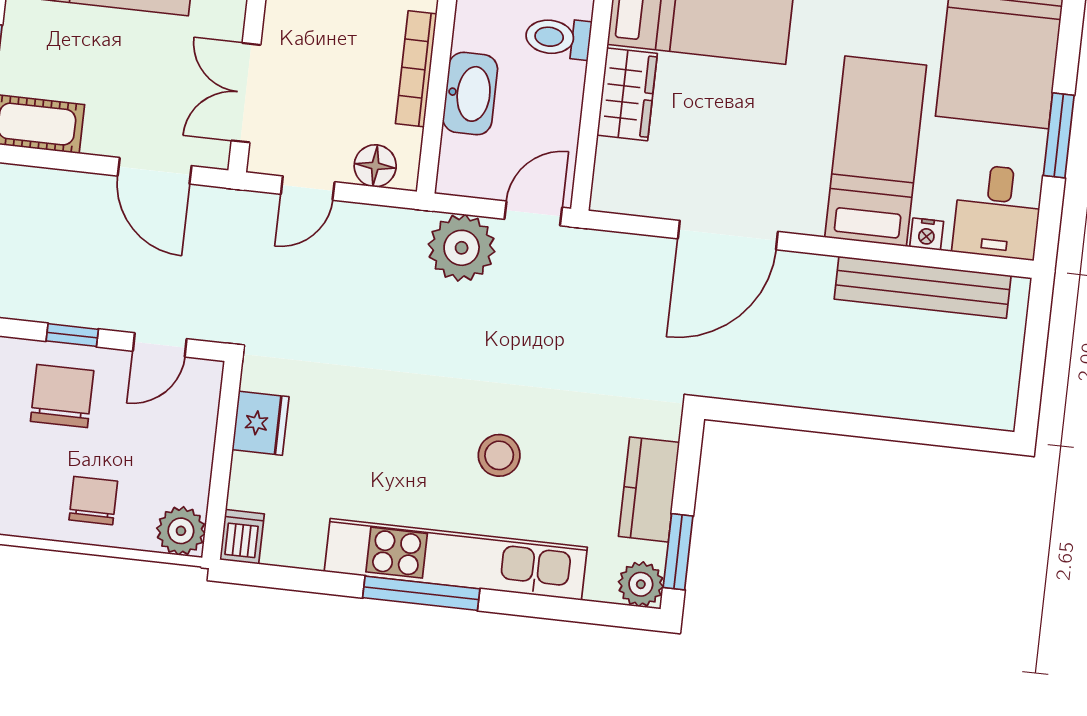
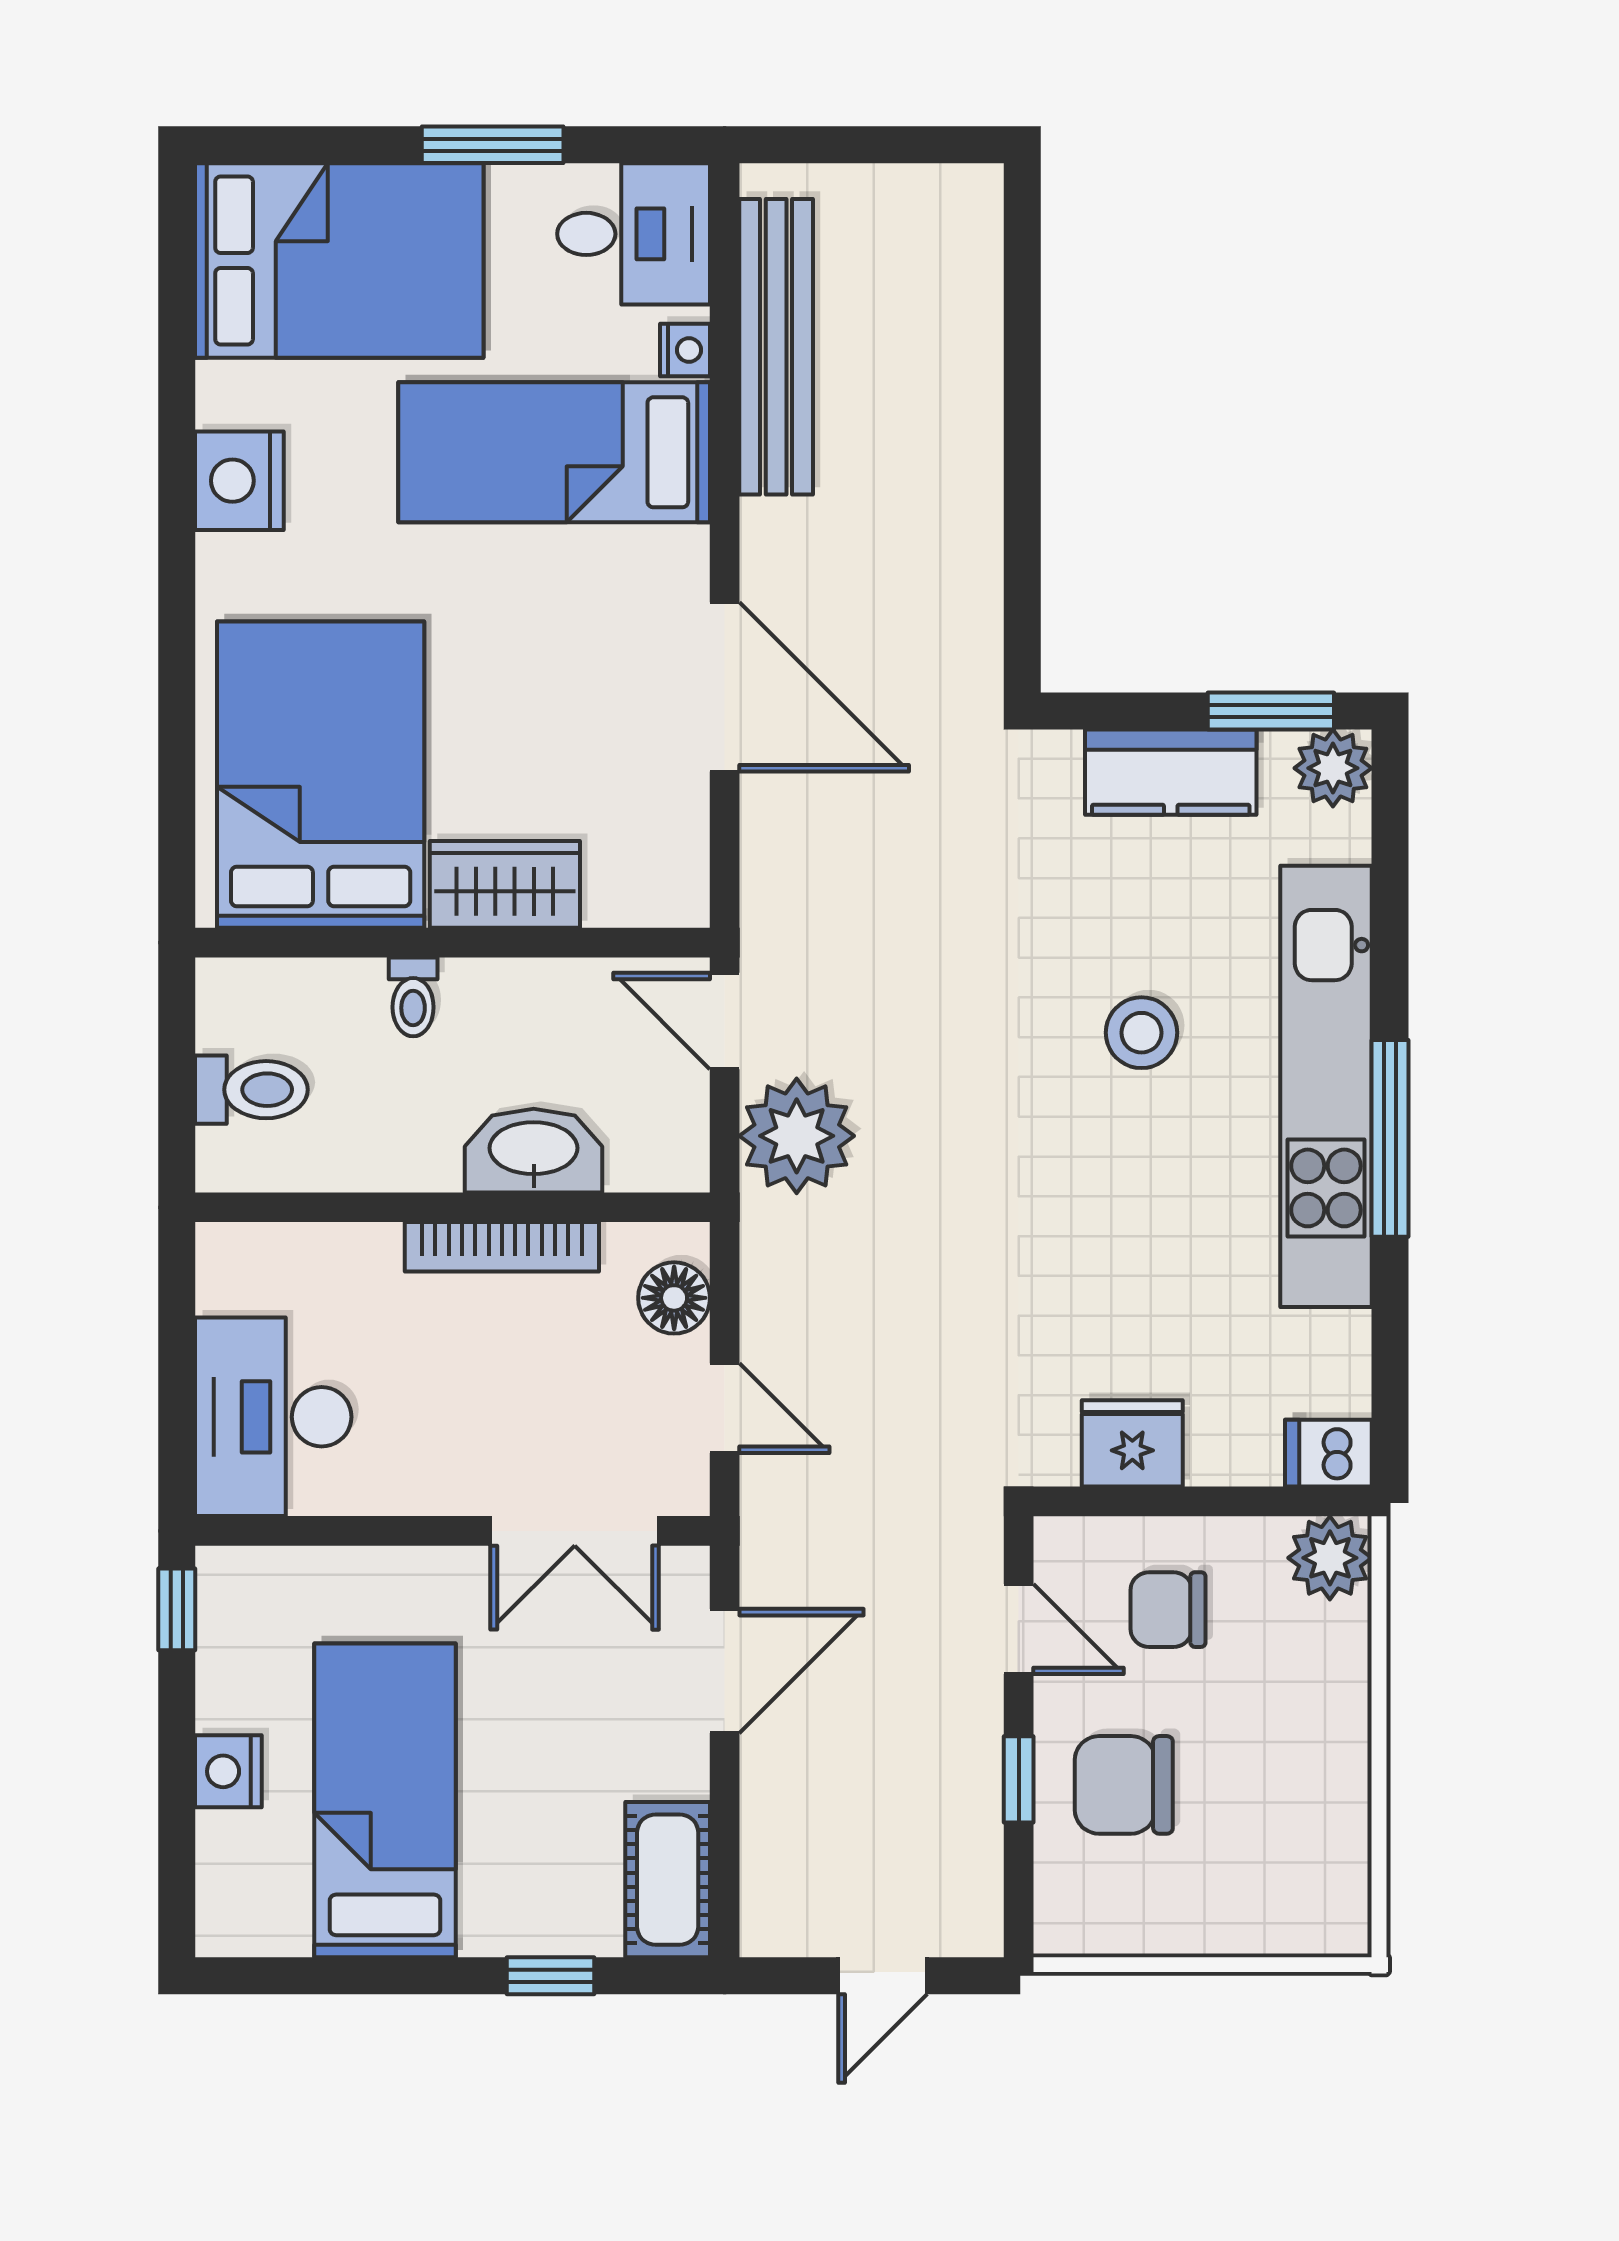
toilet: (558, 38) -> (413, 997), width x0.73, depth x0.72
chair: (93, 501) -> (1168, 1610), moved

